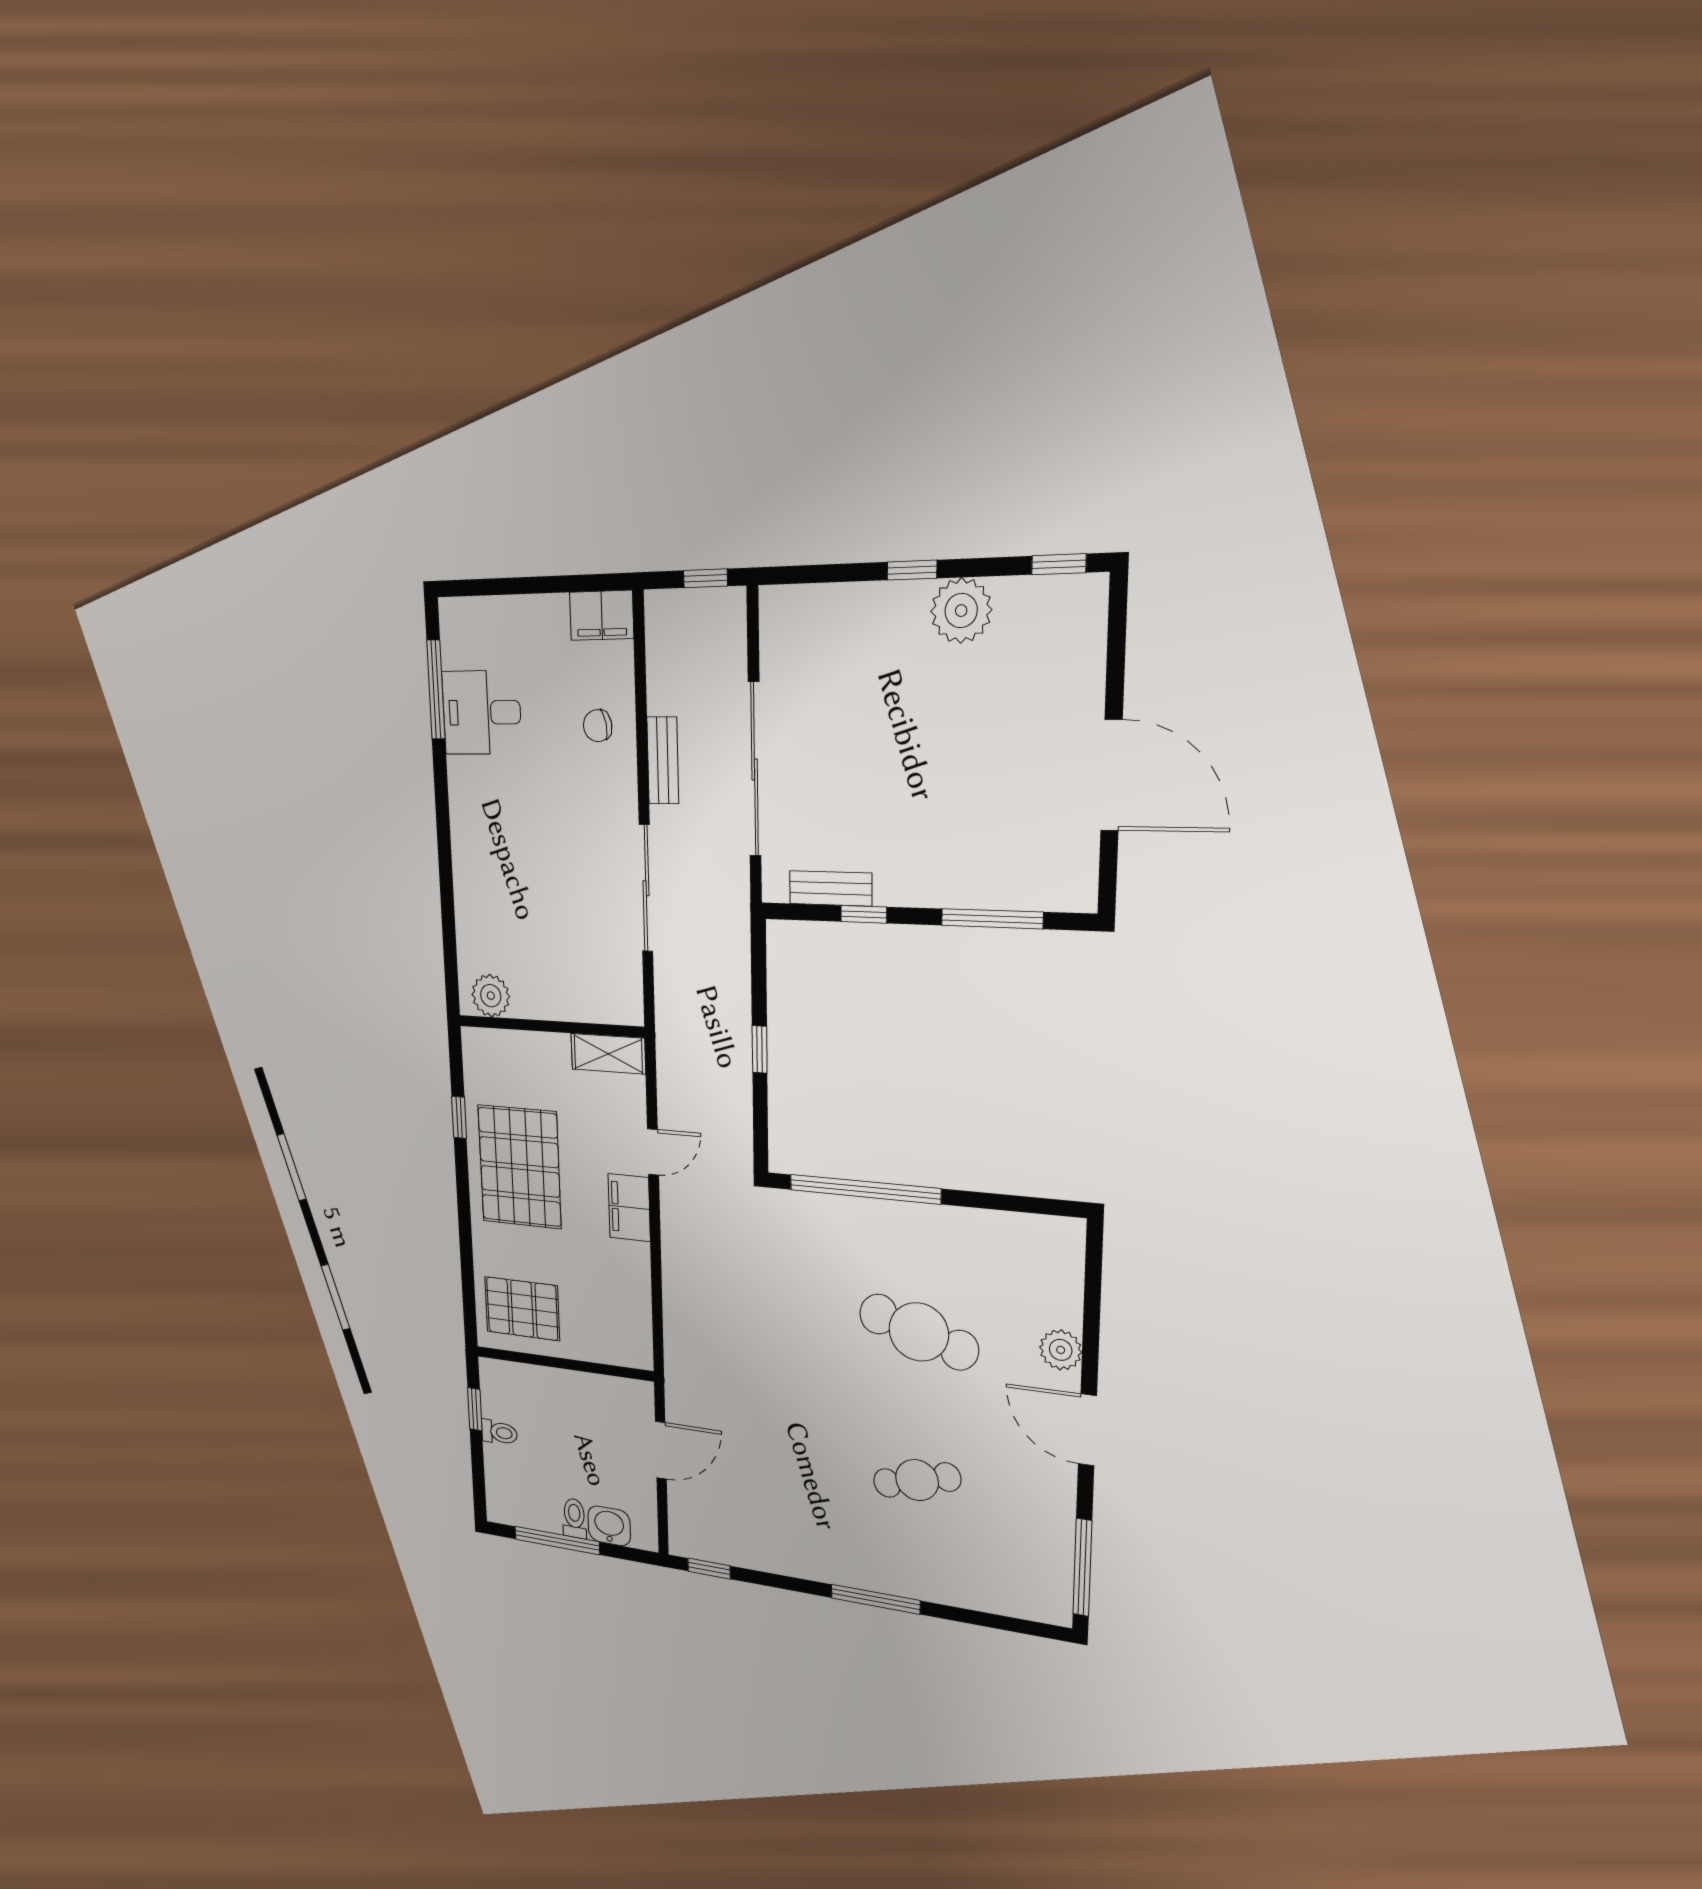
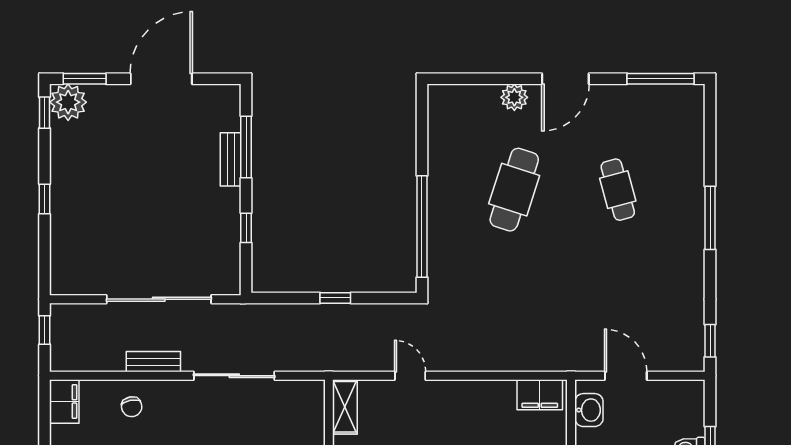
plant: (961, 611) -> (68, 102), moved
window: (1117, 636) -> (85, 79), added
bench: (831, 888) -> (231, 159), moved
filing cabinet: (629, 1208) -> (540, 395), moved
washbasin: (609, 1526) -> (589, 410), moved, turned 180

